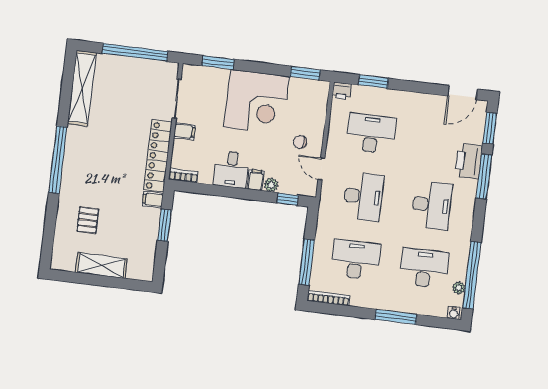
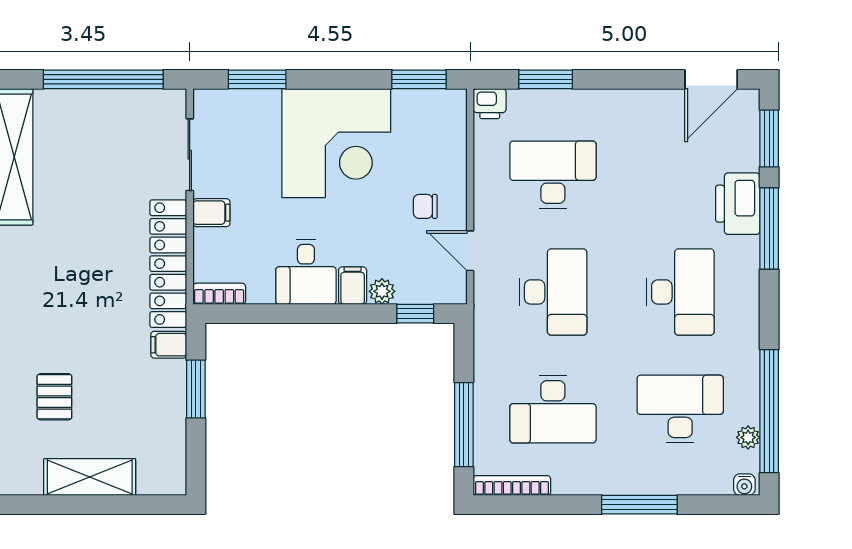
desk: (355, 260) -> (553, 409), turned 180

